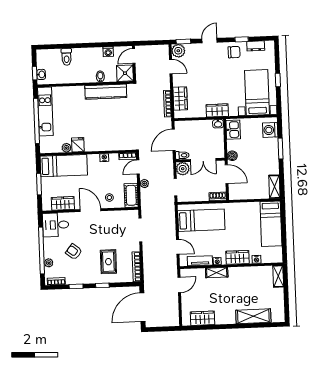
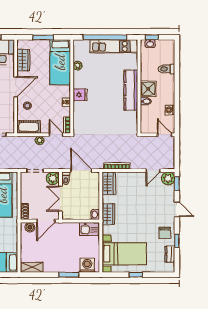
shower: (125, 73) -> (148, 89), moved
kitchen counter: (106, 92) -> (131, 90), moved
wardrobe: (180, 98) -> (109, 183), moved, turned -90
fridge: (78, 145) -> (80, 95), moved
boiler: (232, 156) -> (30, 227), moved

